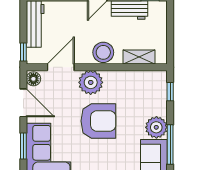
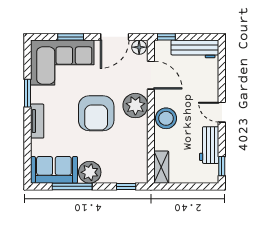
shelving: (139, 57) -> (161, 167), moved

